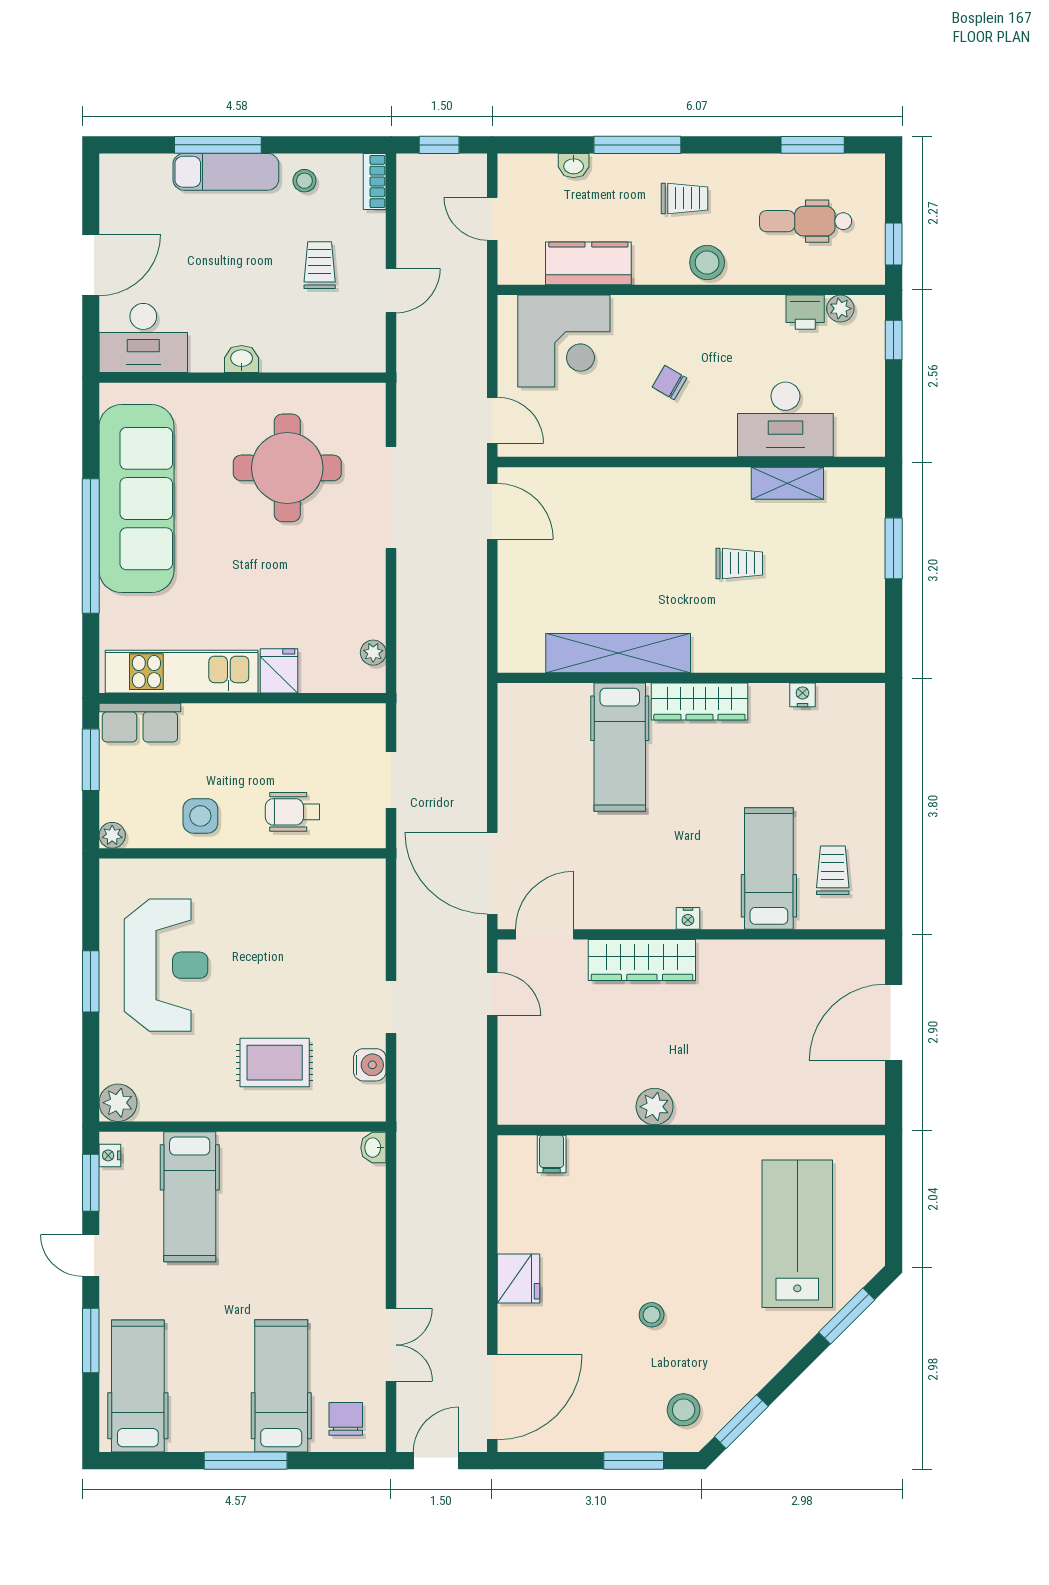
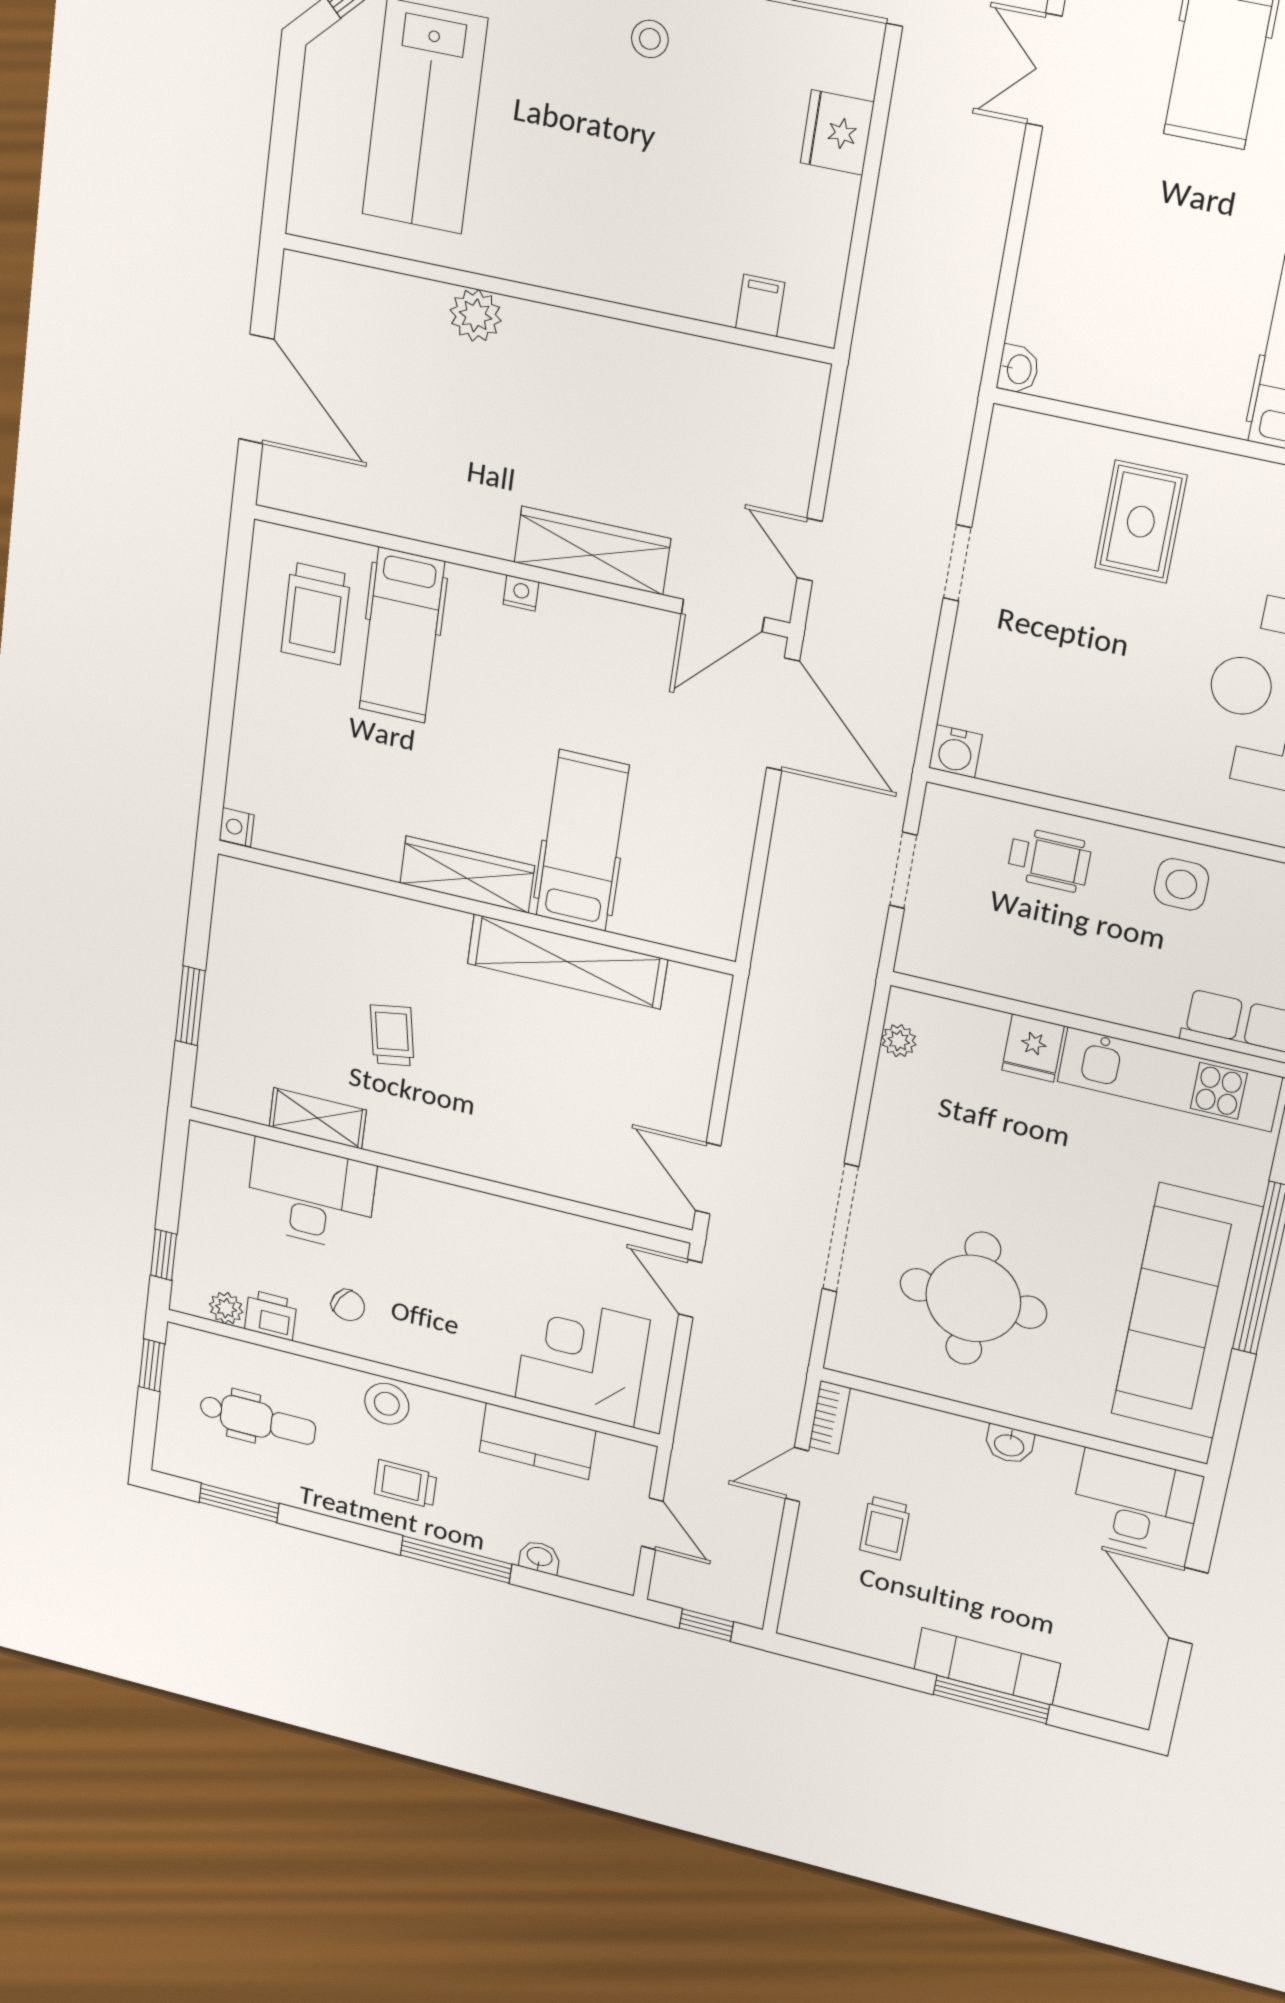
stool: (304, 181) -> (887, 1630), removed
bookcase: (375, 181) -> (830, 1417), moved
door: (91, 265) -> (1188, 1606), hinge flipped
chair: (670, 382) -> (348, 1305), moved
trolley: (739, 563) -> (392, 1035), turned 80
nightstand: (802, 695) -> (237, 827), moved, turned 90
trolley: (833, 870) -> (316, 613), width x1.36, depth x1.39
door: (894, 1022) -> (256, 389), hinge flipped
rug: (275, 1063) -> (1141, 522), turned 90
water cooler: (370, 1065) -> (955, 751), moved, turned -90
plant: (655, 1107) -> (476, 315), moved

